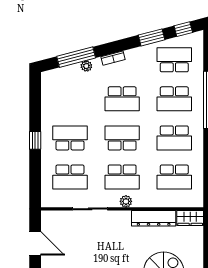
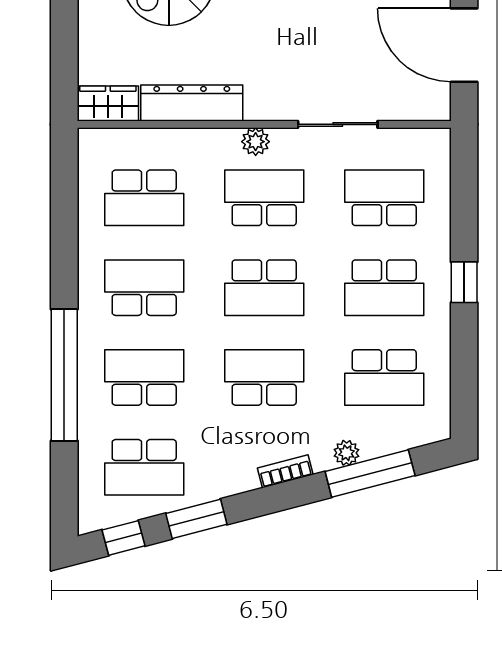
school desk: (70, 99) -> (384, 377), added
school desk: (174, 177) -> (144, 198), turned 180
door: (35, 243) -> (464, 45), width x1.36

